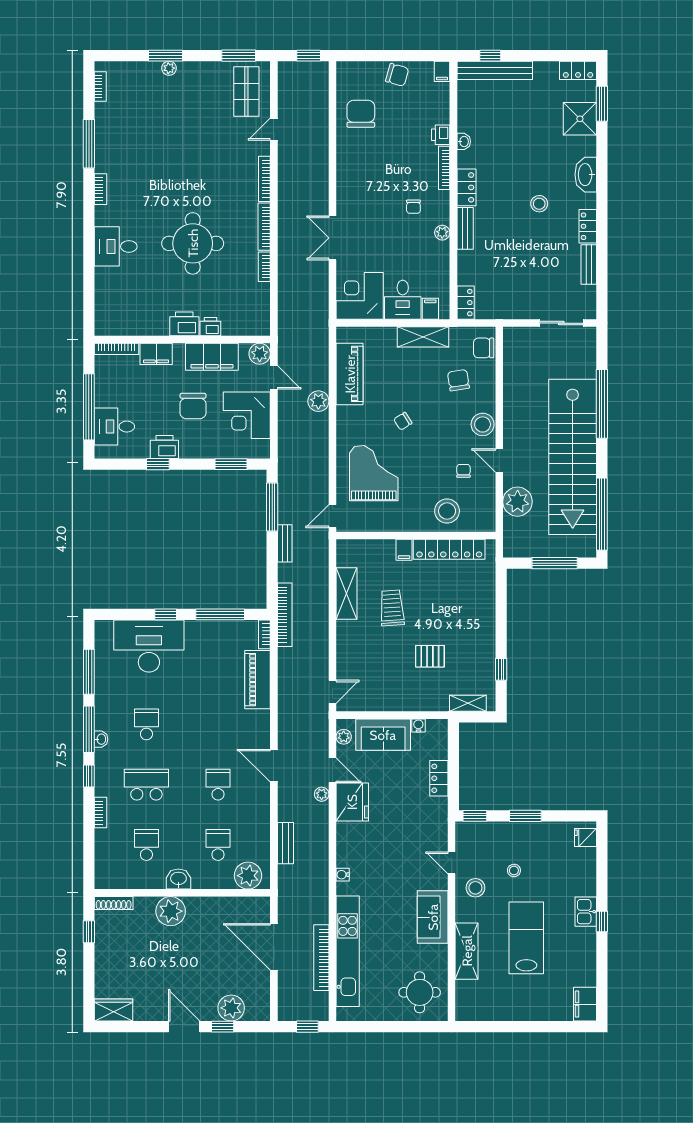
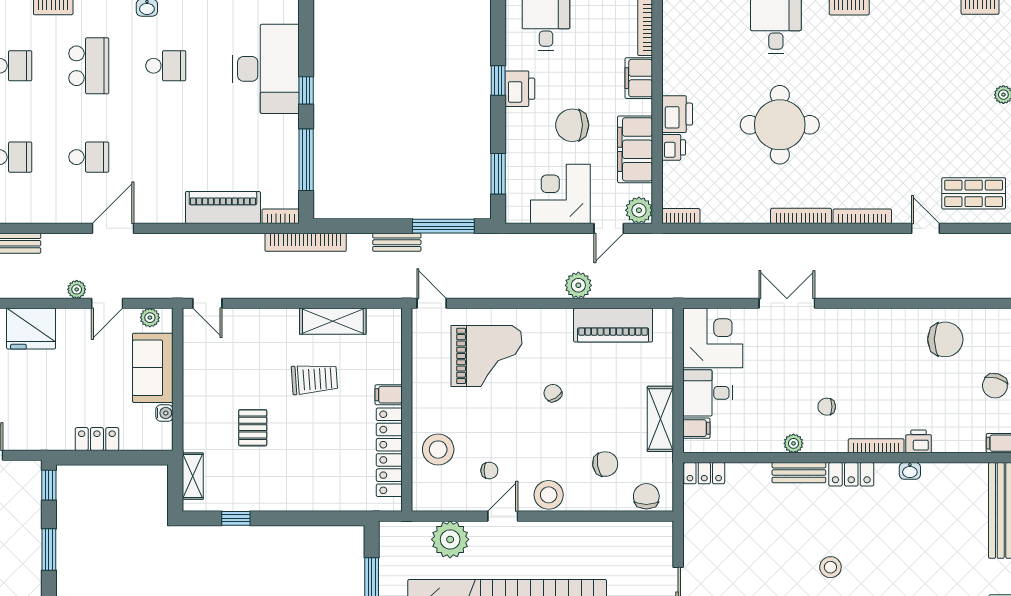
bookcase: (264, 267) -> (681, 216), moved
fridge: (352, 802) -> (31, 329), moved

